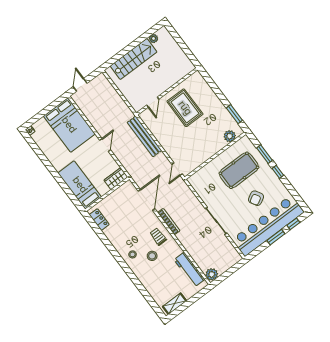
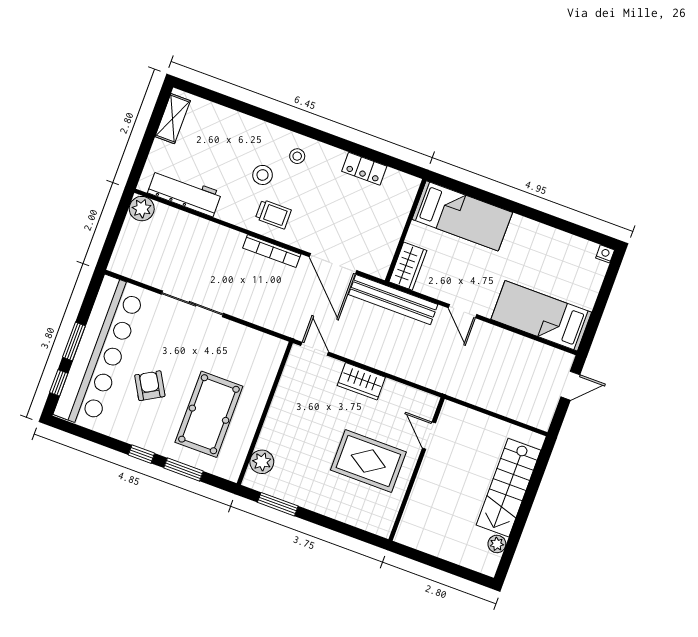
door: (80, 85) -> (570, 386), hinge flipped
bed: (69, 125) -> (541, 316), width x0.67
bench: (144, 136) -> (393, 300), moved
wardrobe: (166, 143) -> (361, 381), added
locker: (99, 220) -> (364, 169), moved

